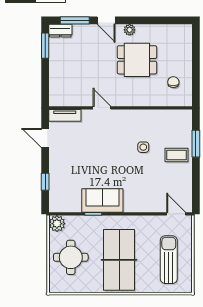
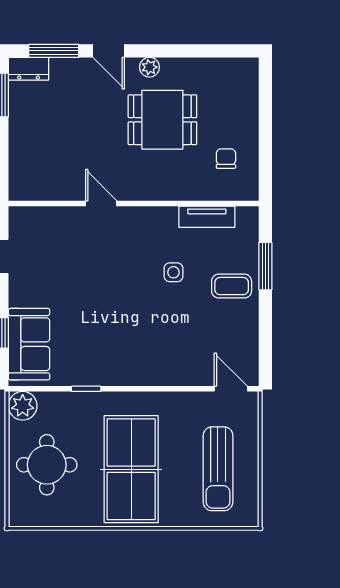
tv unit: (65, 115) -> (207, 217), moved
sofa: (102, 200) -> (29, 344), moved, turned 90
sun lounger: (169, 260) -> (218, 469), turned 180

